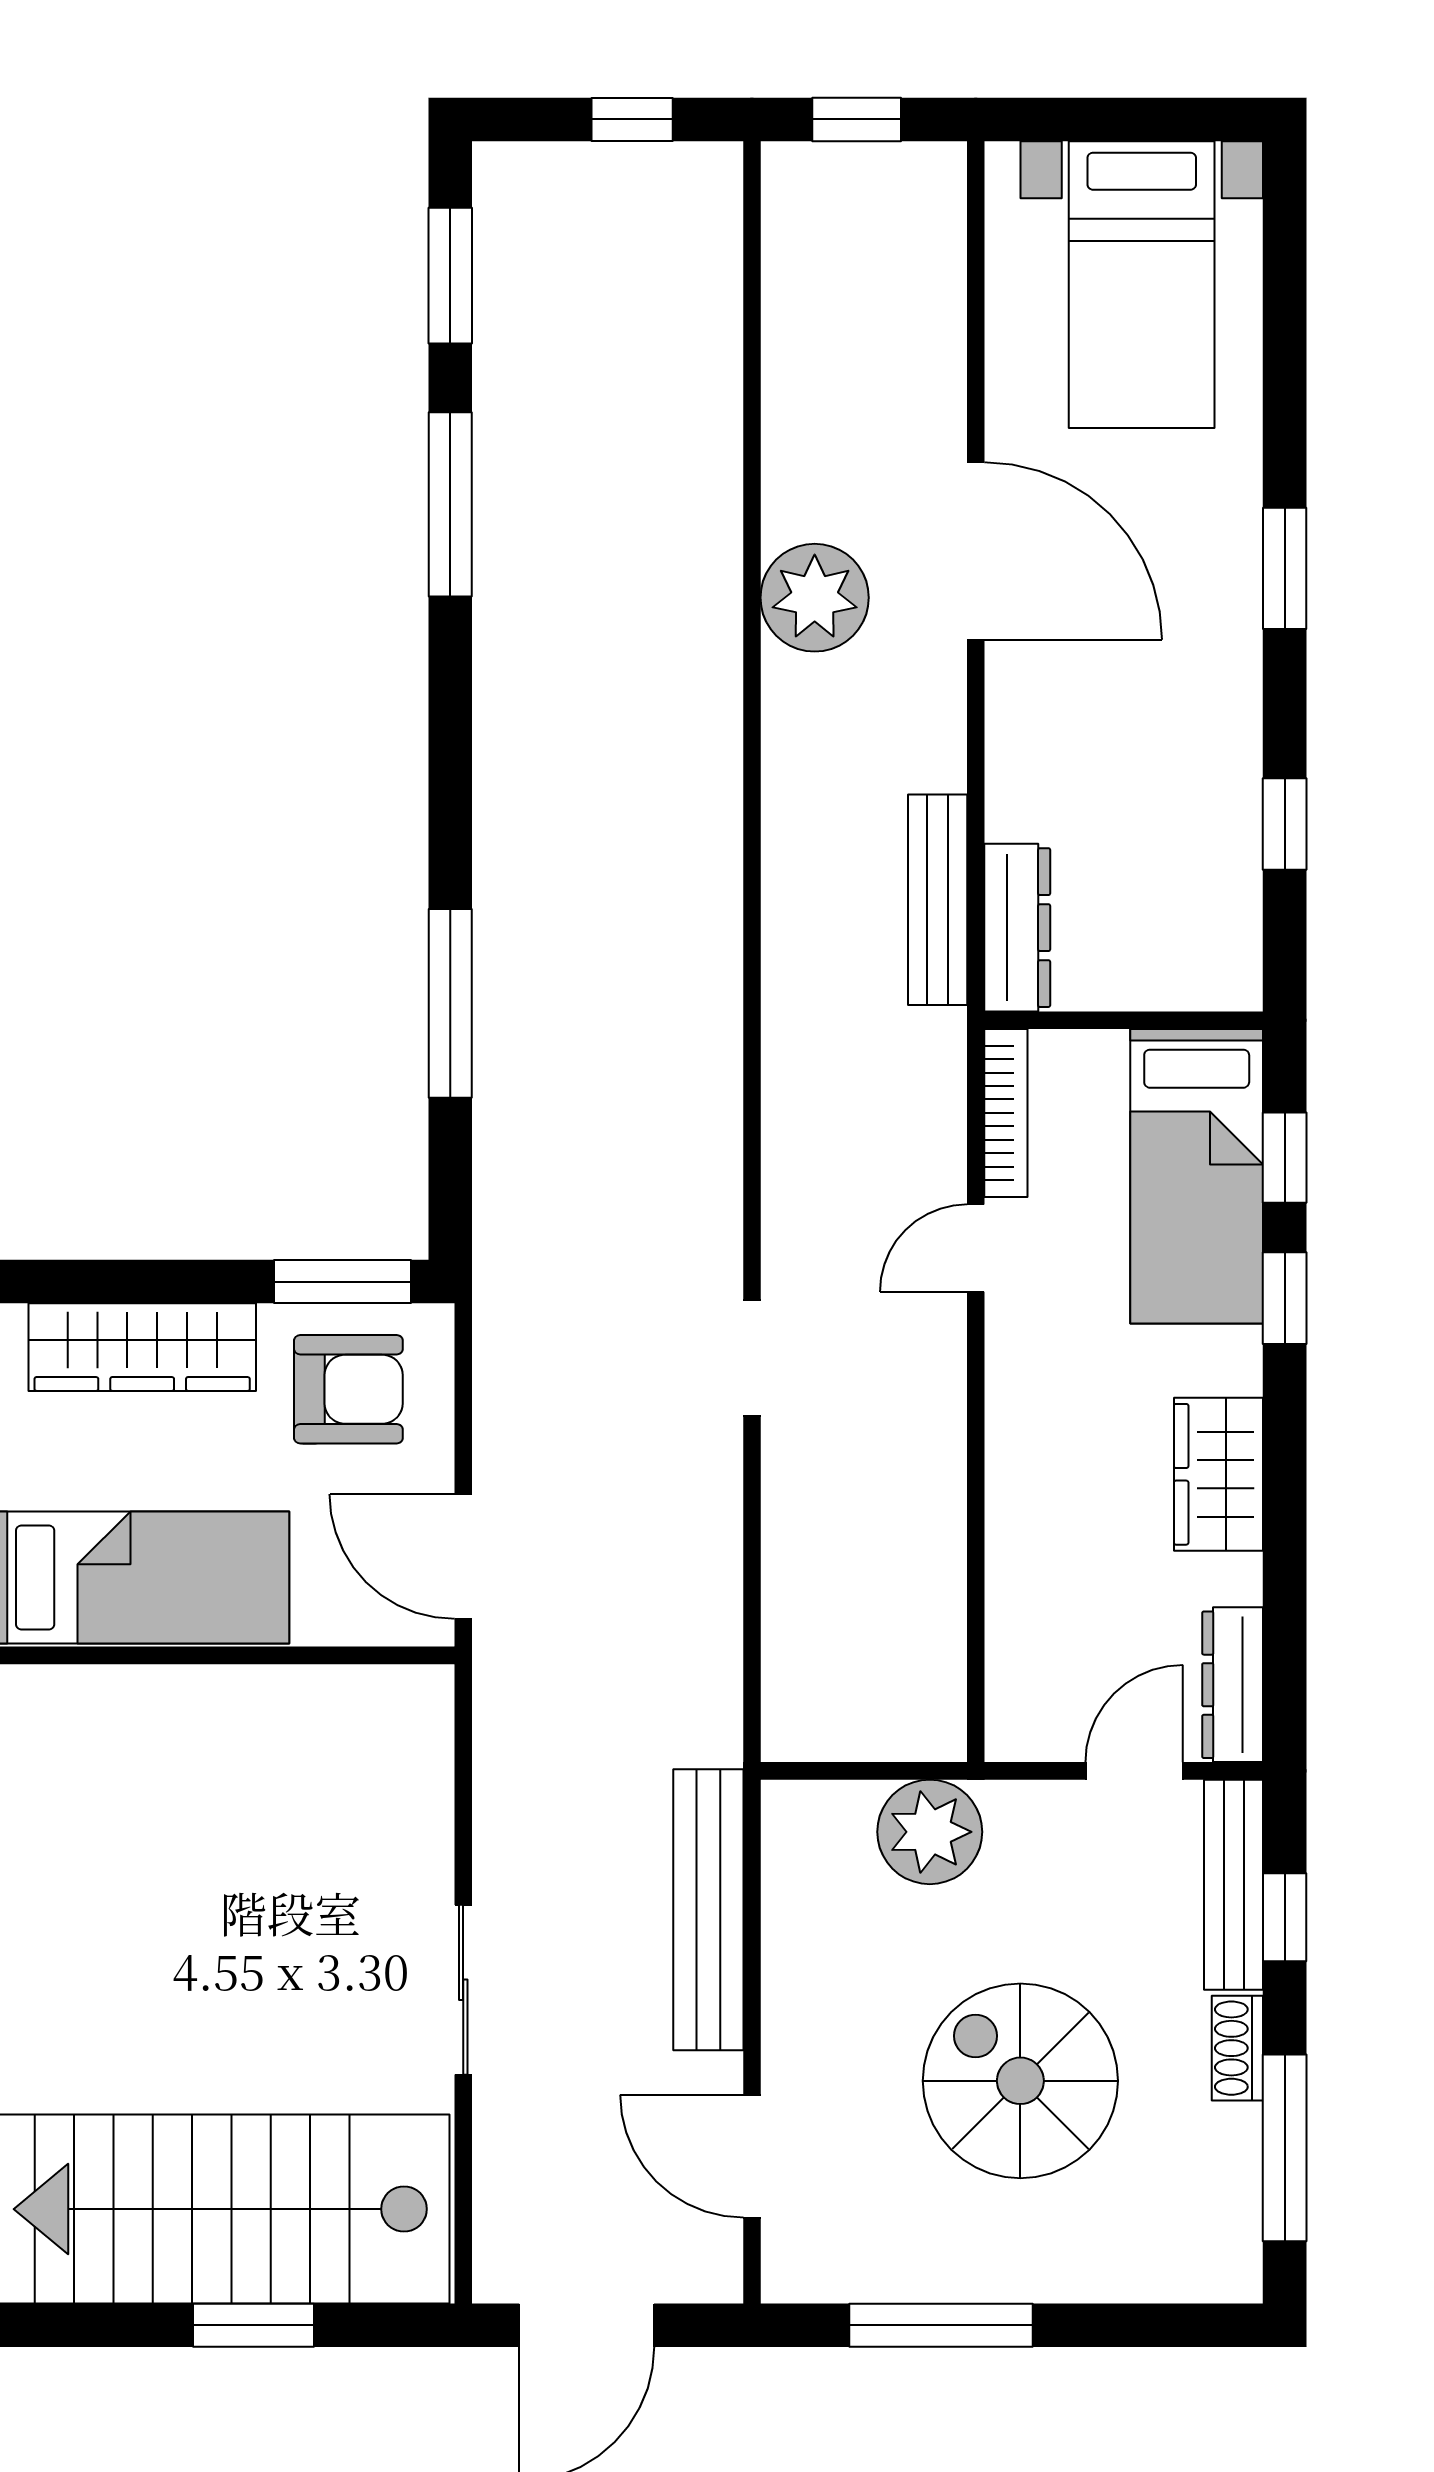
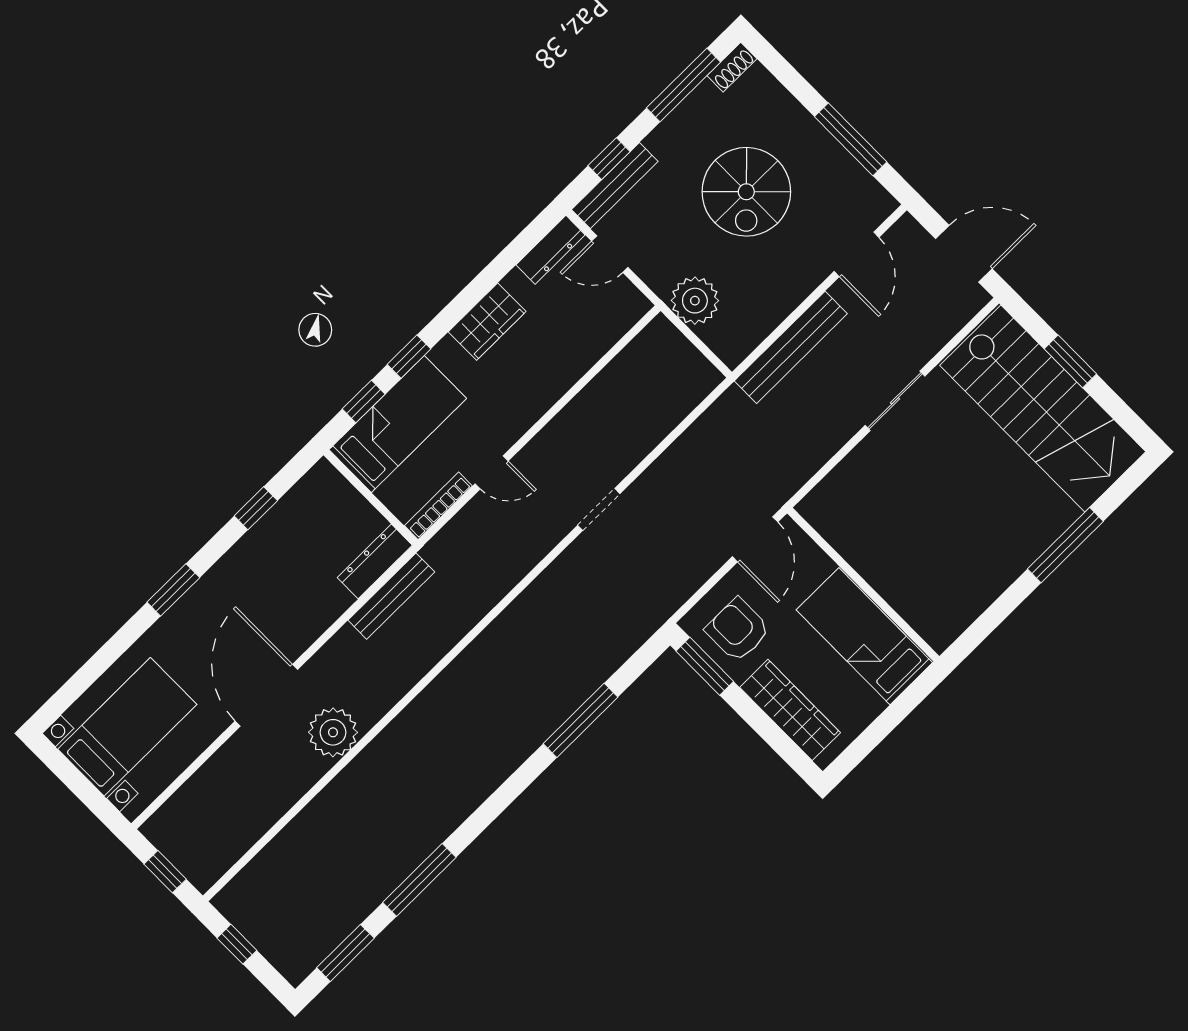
shoe rack: (1237, 2048) -> (732, 67), moved

